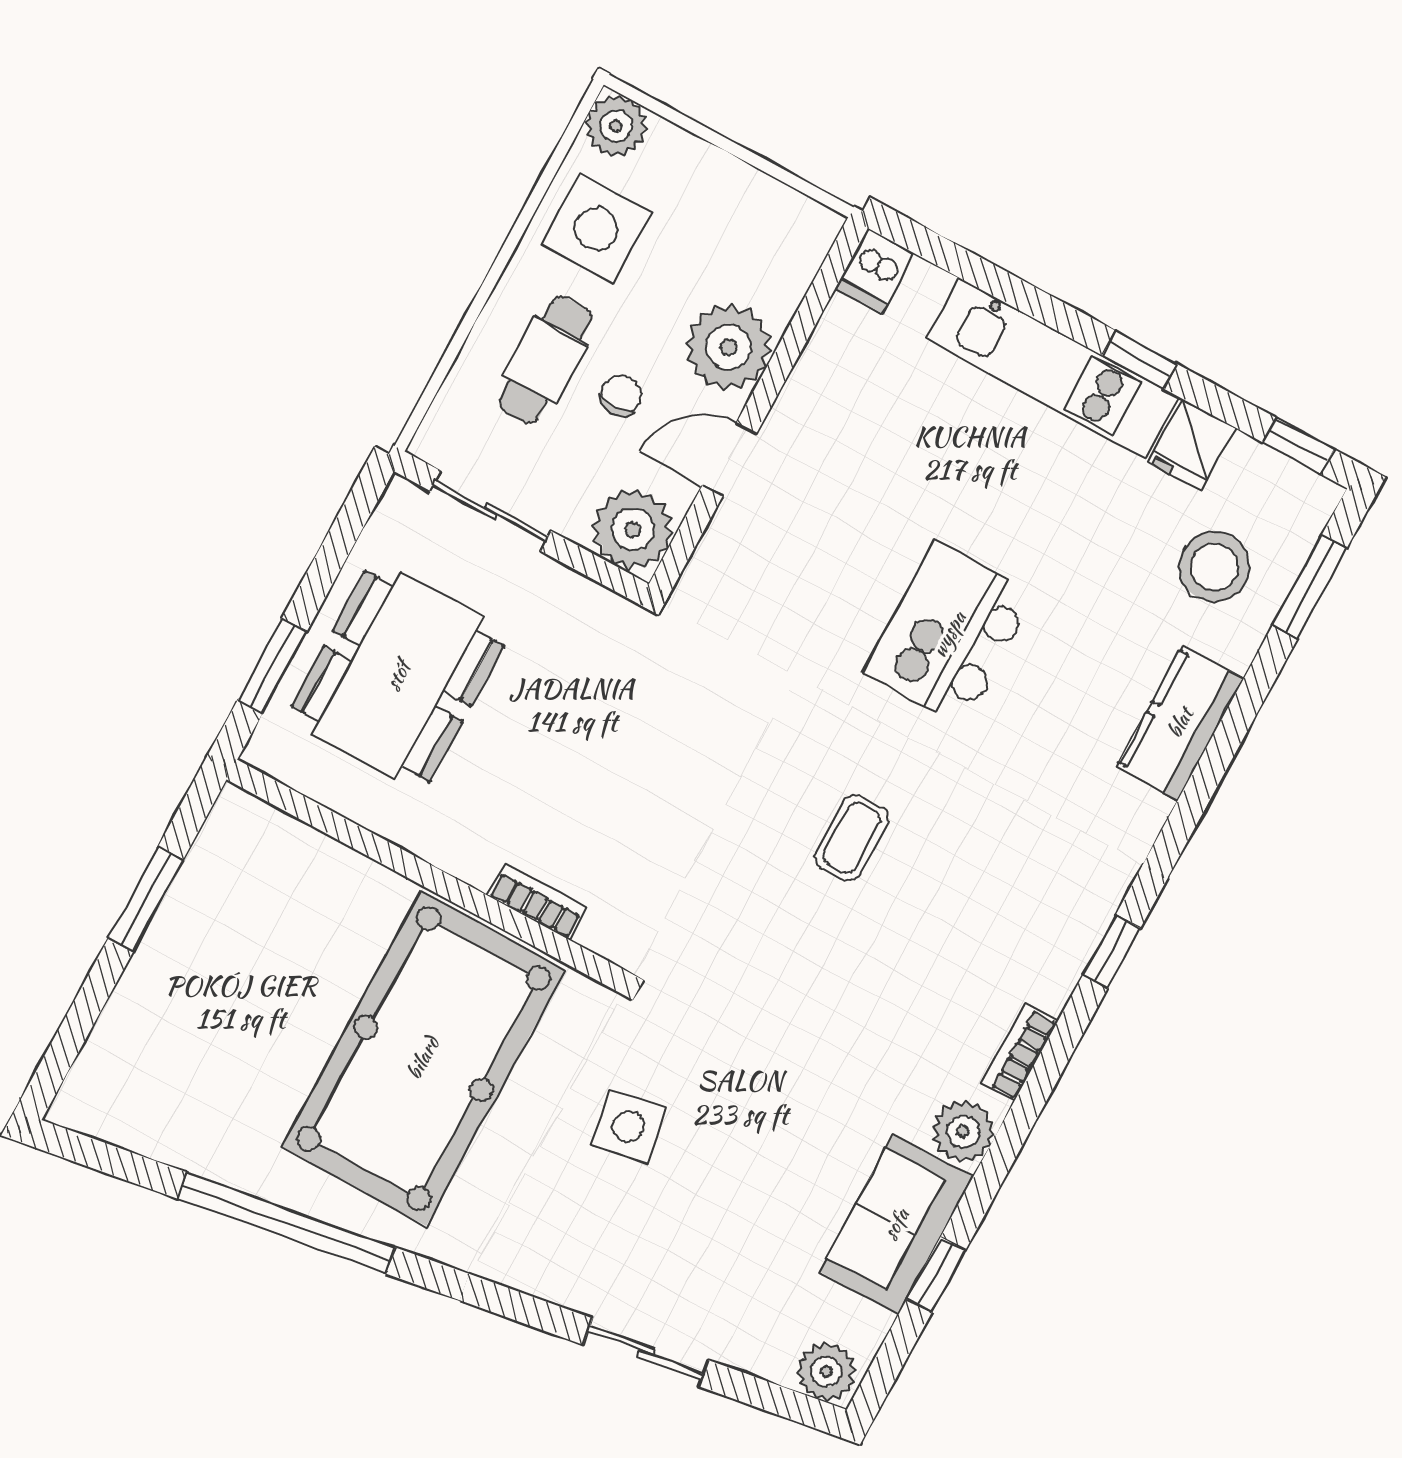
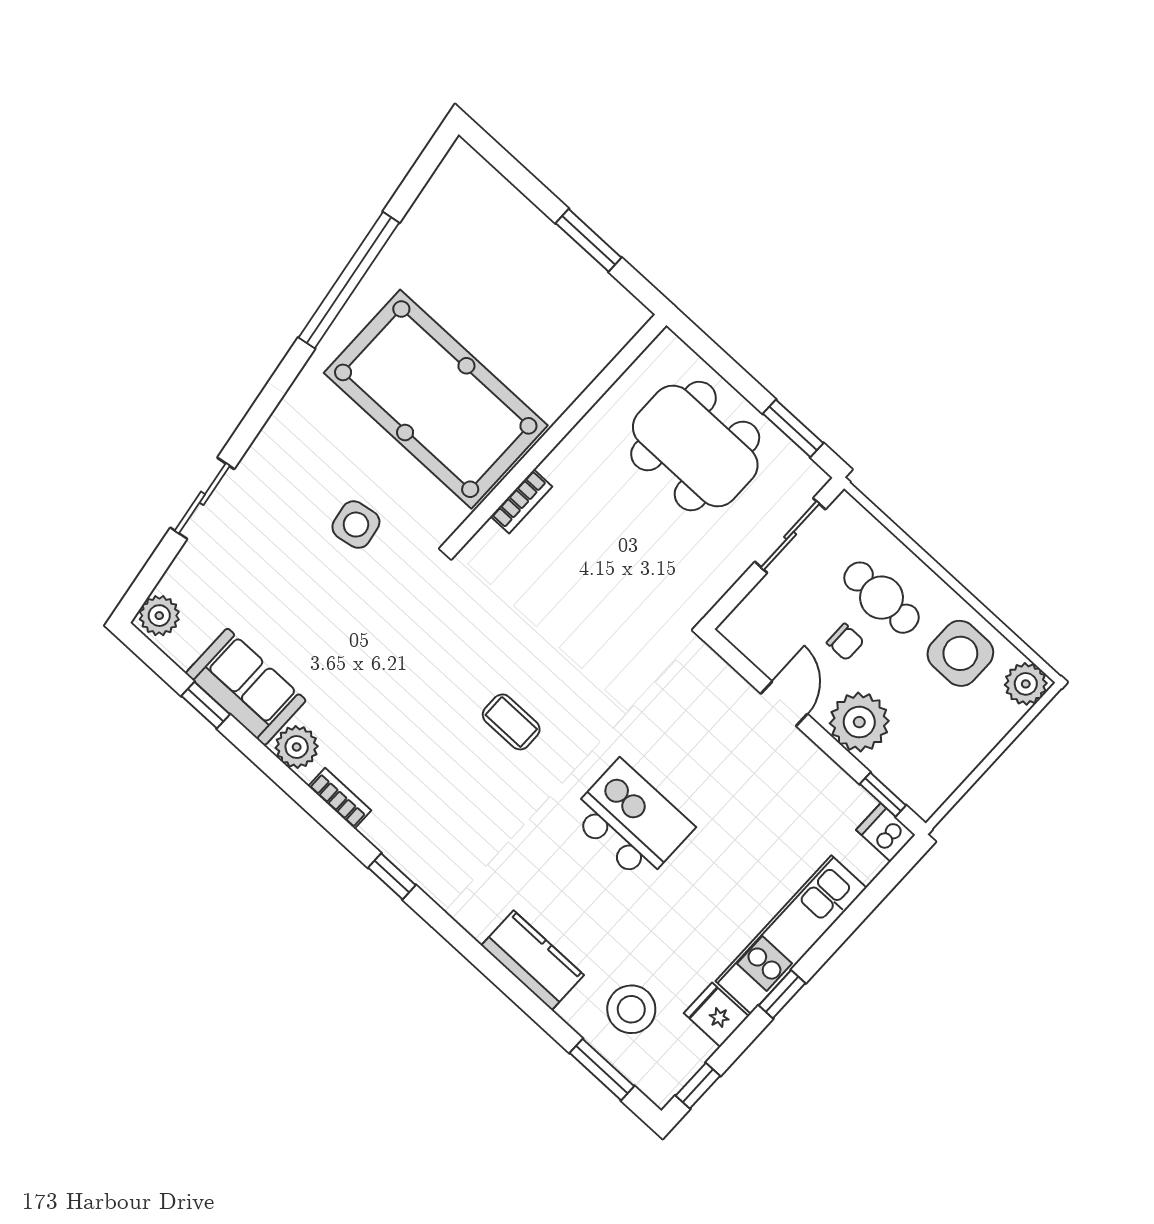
window: (822, 288) -> (883, 795), added
plant: (633, 529) -> (754, 628), removed
window: (272, 666) -> (793, 428), moved

